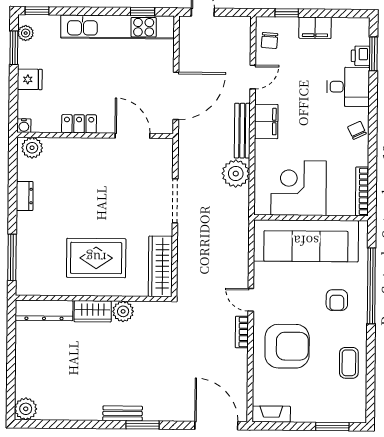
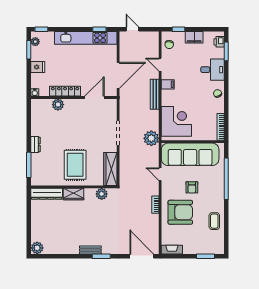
printer: (360, 56) -> (219, 42), moved
door: (253, 77) -> (160, 65), swing flipped
filing cabinet: (266, 122) -> (168, 84), width x0.50
locker: (79, 124) -> (65, 91), width x1.53
door: (132, 136) -> (94, 97), hinge flipped
plant: (32, 148) -> (58, 105), moved
plant: (236, 174) -> (151, 138), moved
corner desk: (299, 188) -> (176, 121), moved, turned 90
dresser: (25, 196) -> (35, 144), moved
rug: (96, 258) -> (75, 165), turned 90
door: (251, 300) -> (160, 174), moved
armchair: (337, 300) -> (192, 187), moved
plant: (123, 311) -> (102, 194), moved

